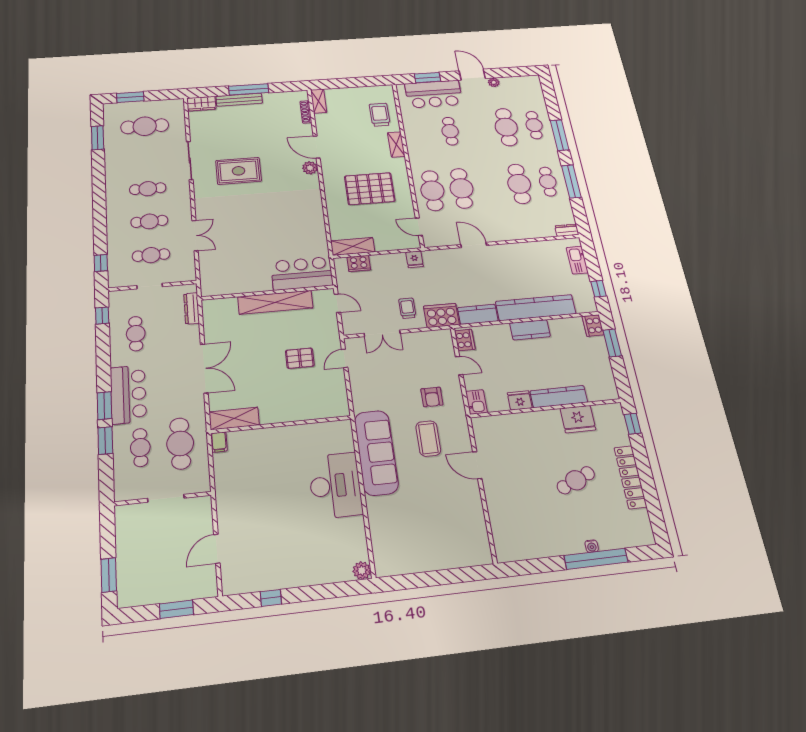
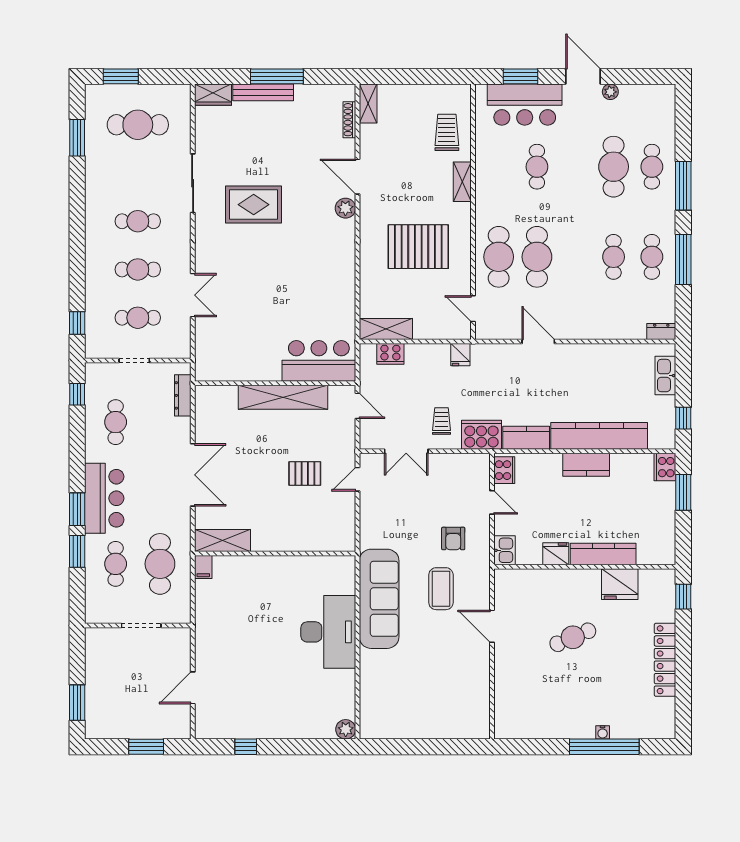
cafe table: (519, 184) -> (614, 257), width x0.73, depth x0.74
cafe table: (576, 480) -> (573, 637), moved

